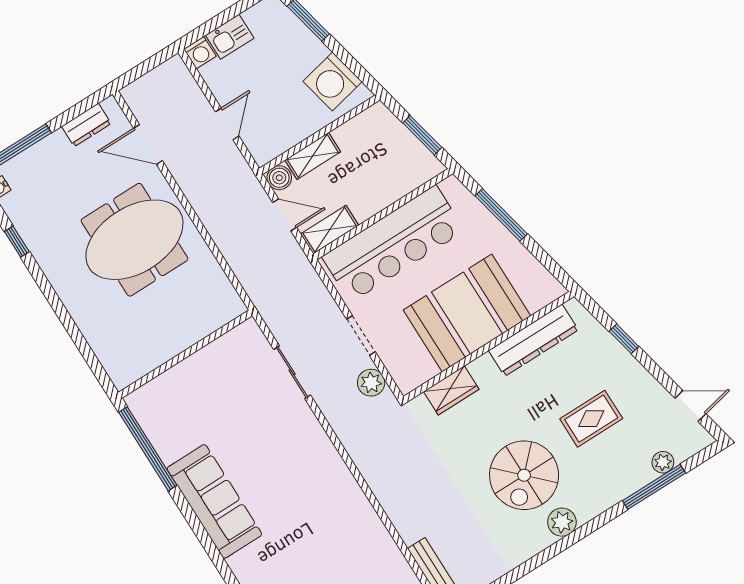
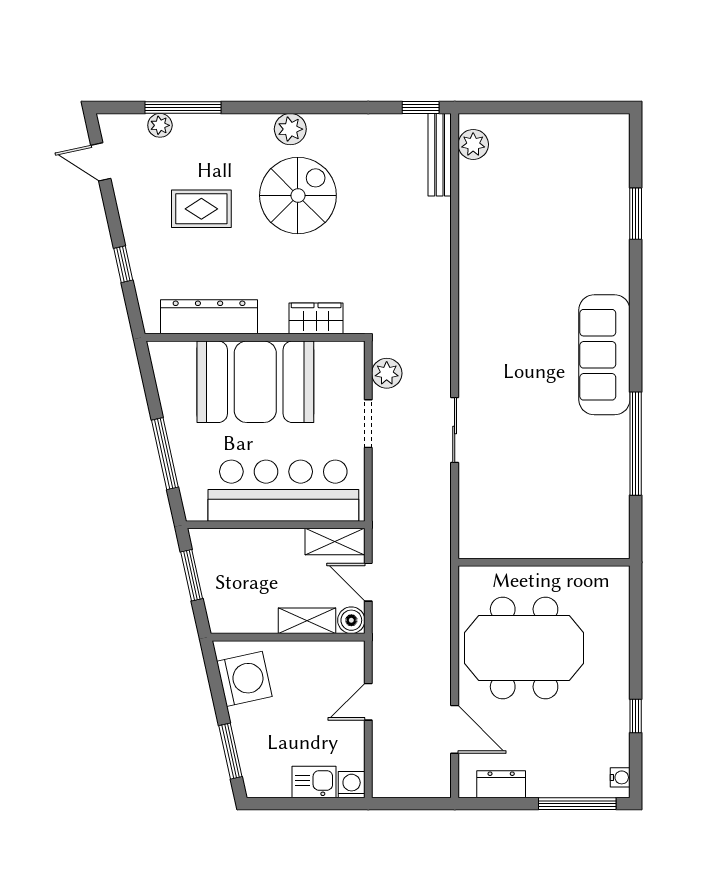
wall: (185, 354) -> (544, 562), moved

